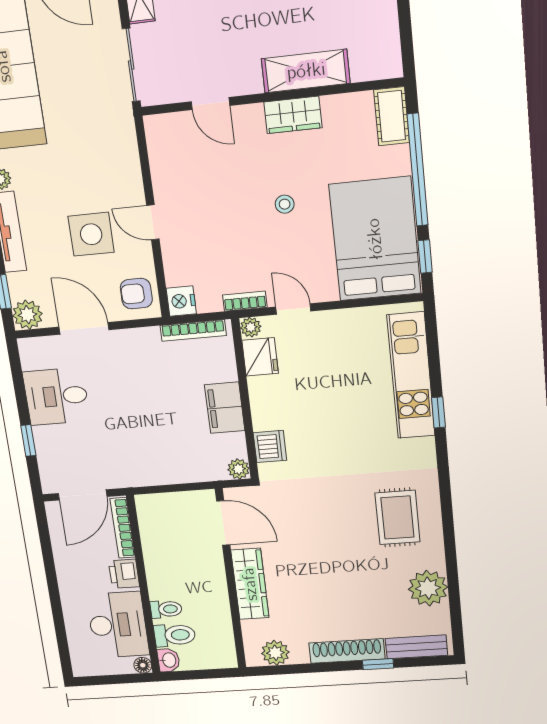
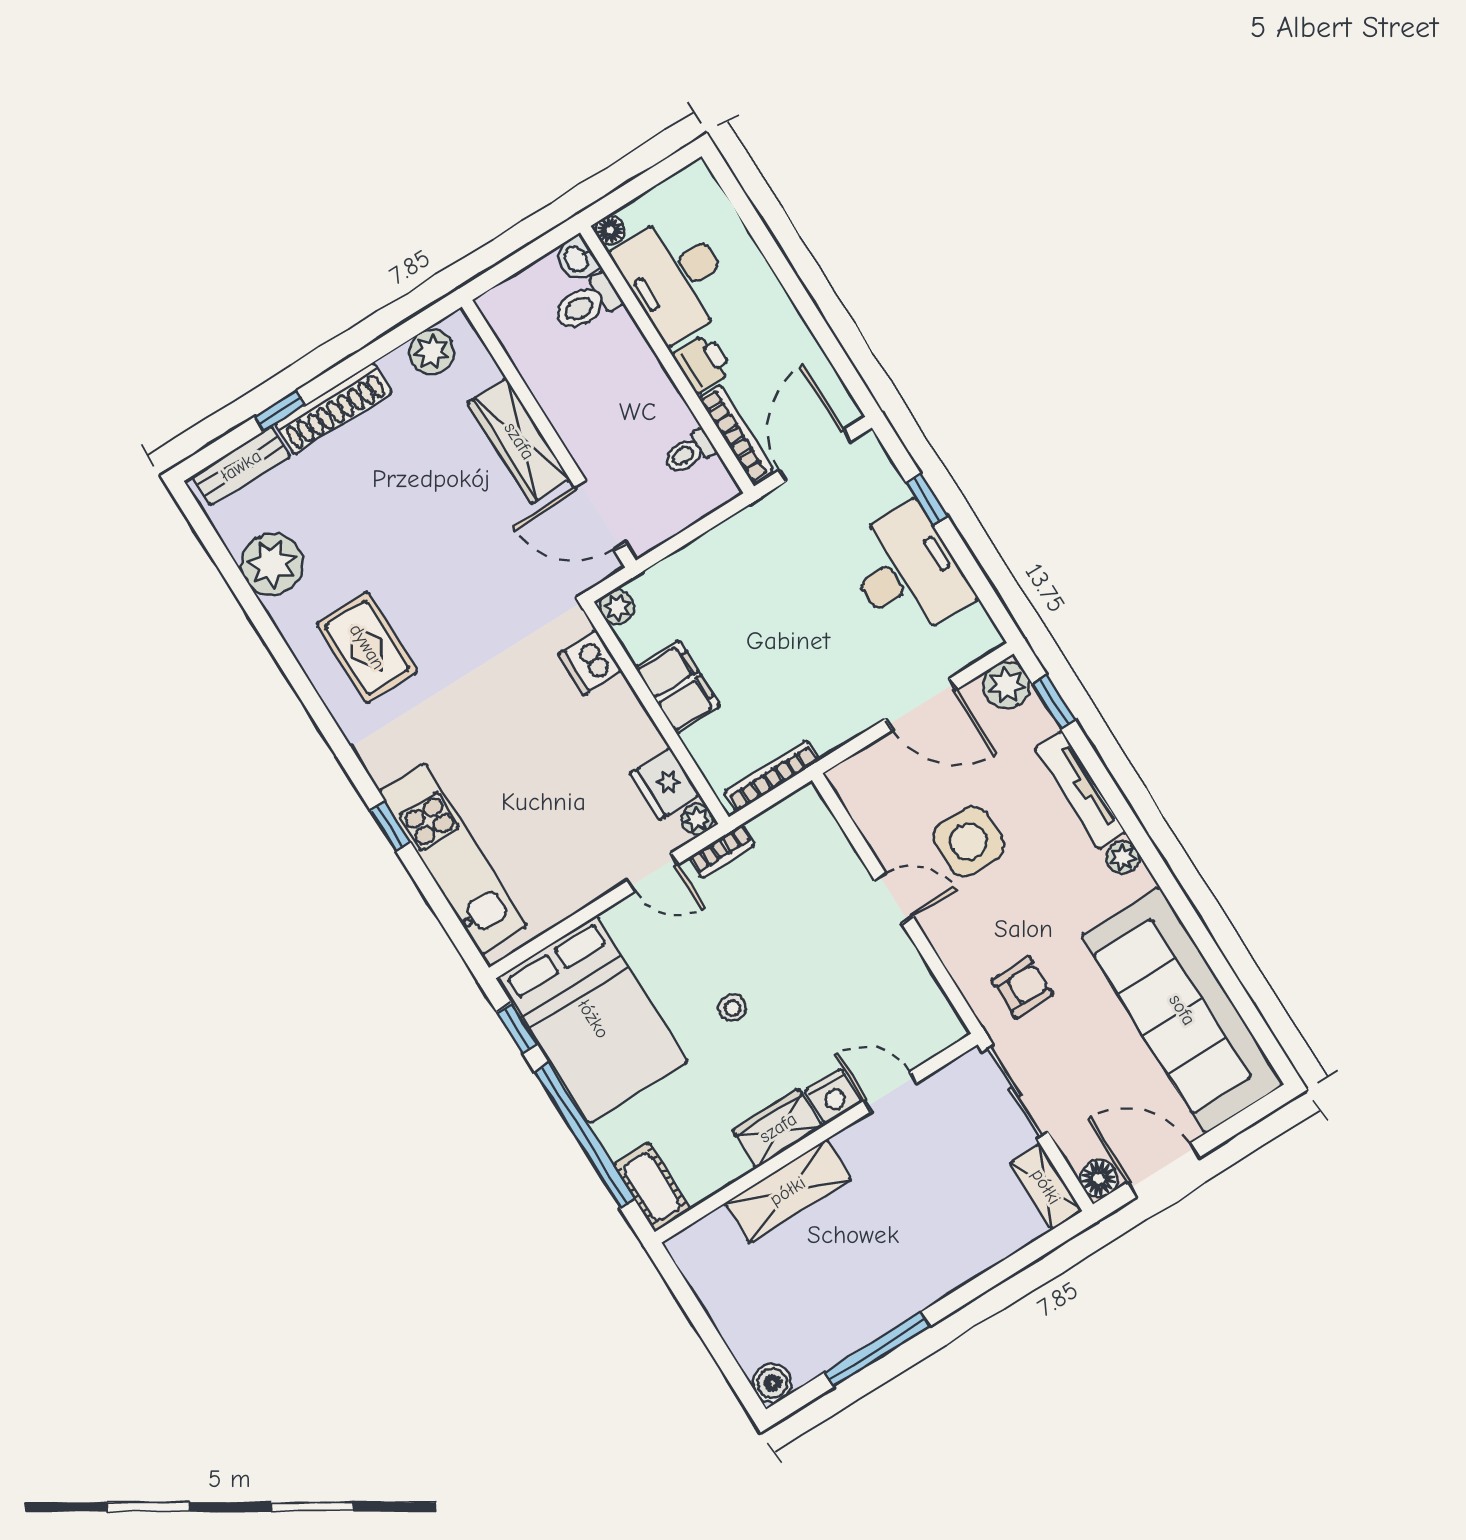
armchair: (136, 294) -> (1022, 987), moved
nightstand: (181, 301) -> (833, 1097), moved, turned 90
desk: (56, 396) -> (907, 572), width x1.37
toilet: (166, 609) -> (689, 452), moved

